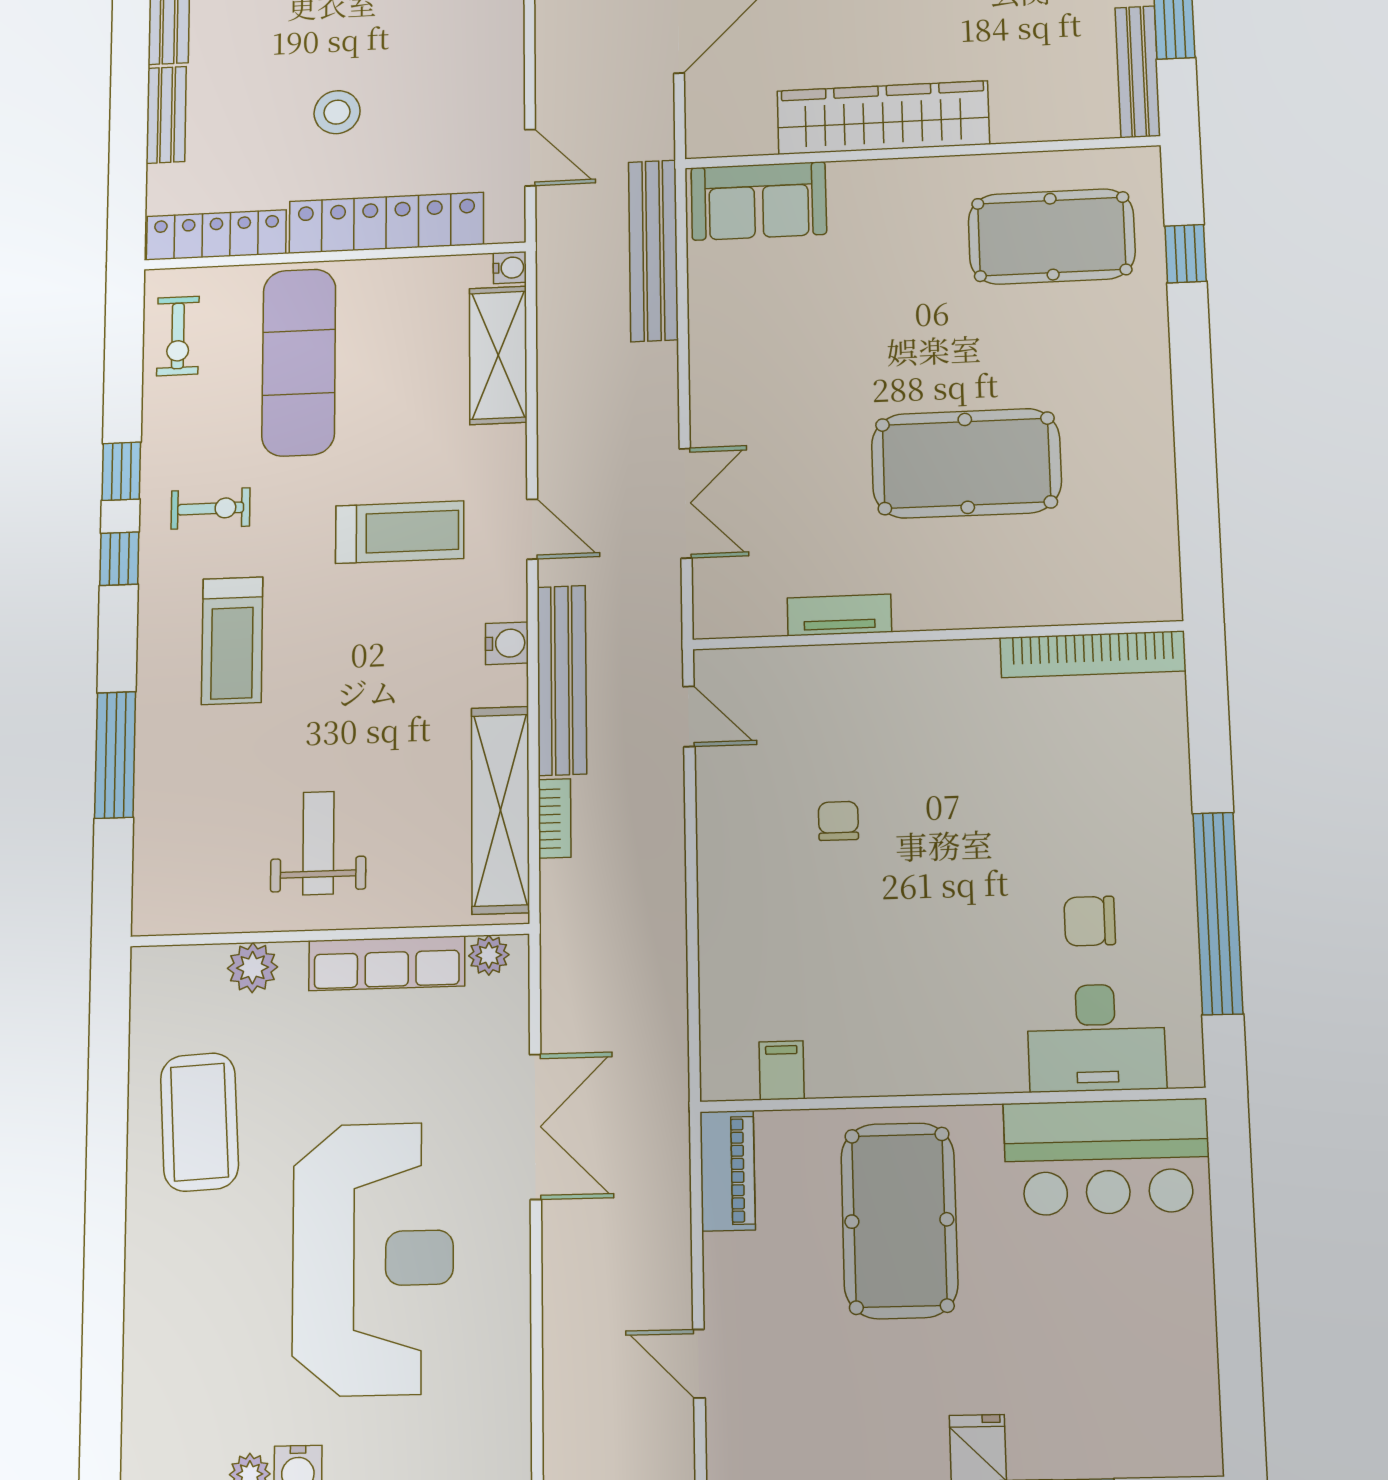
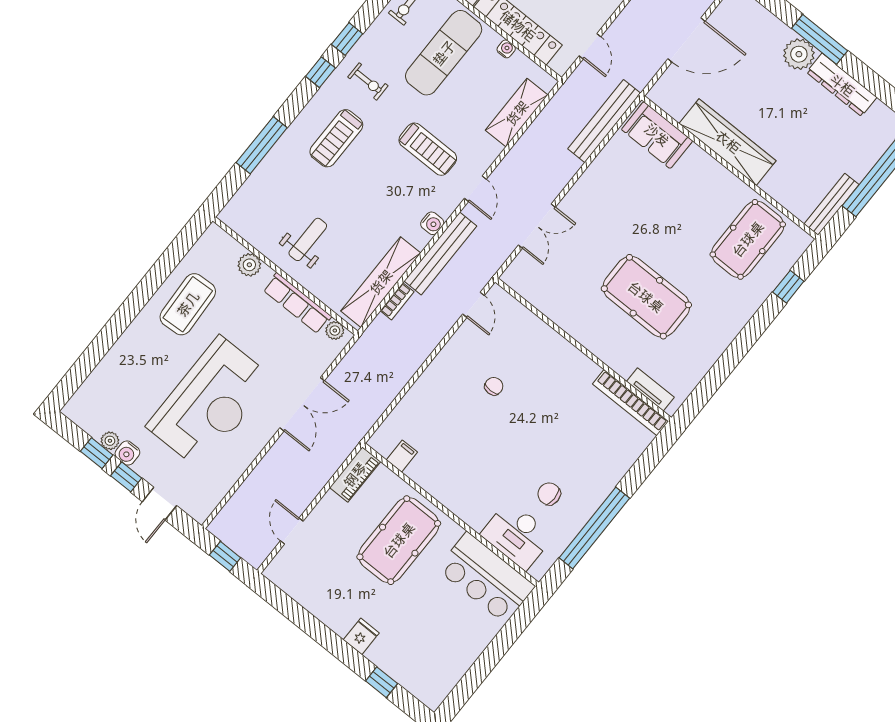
pool table: (1052, 237) -> (748, 239), turned 90
water cooler: (510, 268) -> (506, 49), moved, turned -90
tv unit: (839, 615) -> (650, 389), moved

